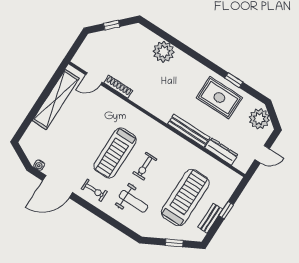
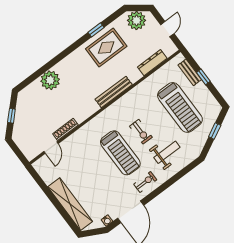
shelving: (56, 99) -> (70, 204), moved
bench: (189, 131) -> (114, 92), moved
treadmill: (185, 198) -> (180, 107), turned 180
bench: (210, 218) -> (190, 72), moved

